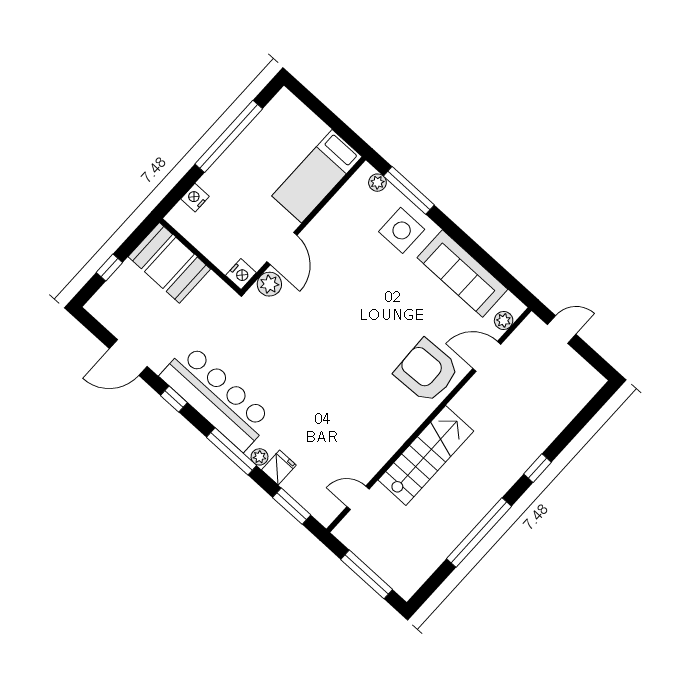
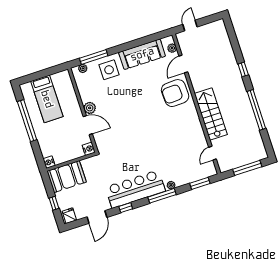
bed: (317, 176) -> (47, 99), moved
nightstand: (195, 198) -> (49, 162), moved
plant: (269, 284) -> (90, 108), moved
fridge: (279, 467) -> (69, 216), moved

